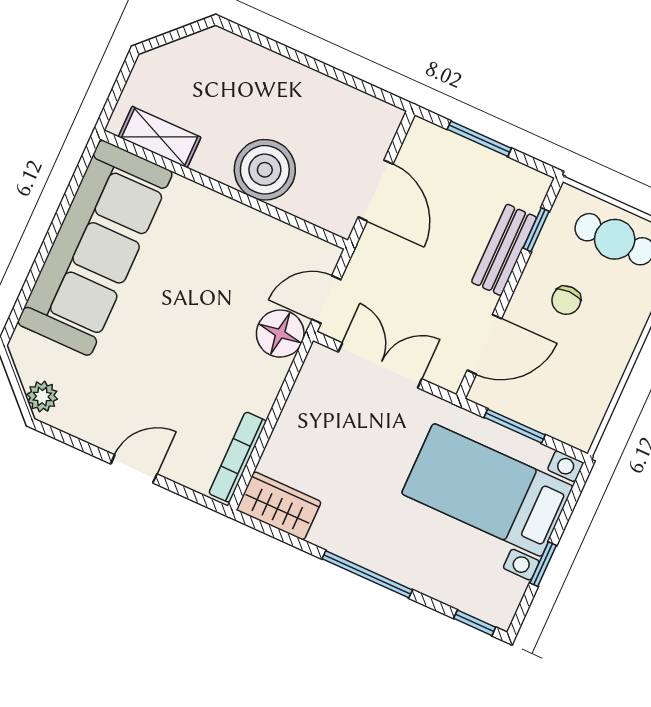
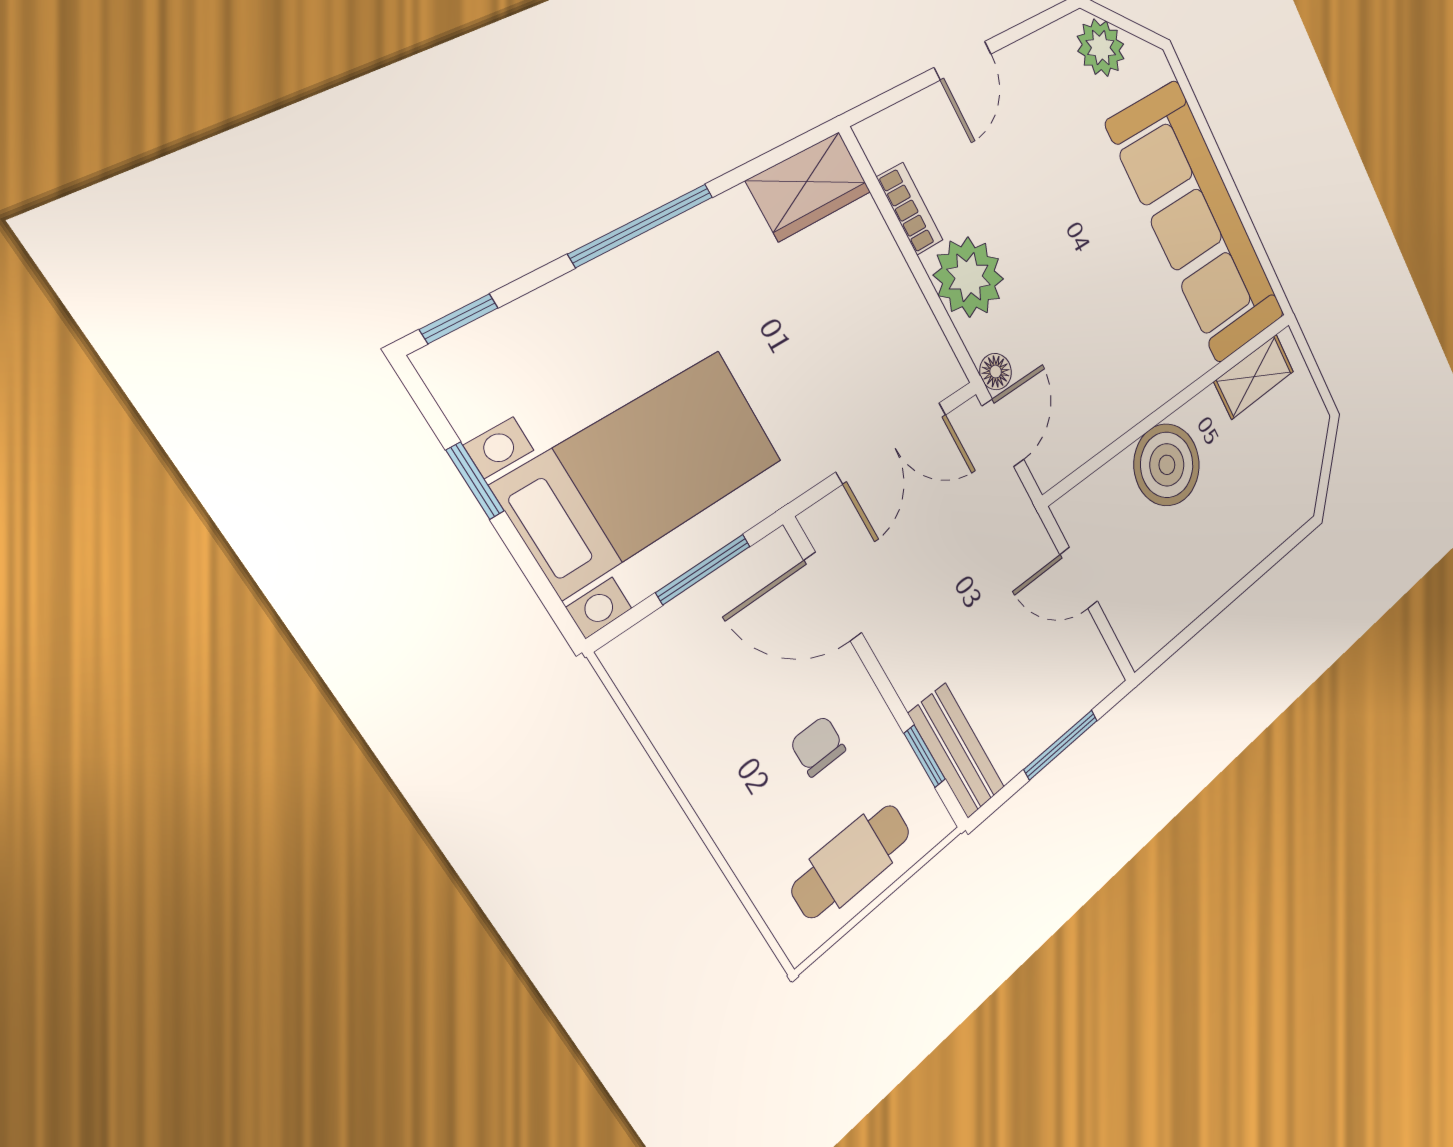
door: (376, 191) -> (1079, 578), width x0.73
bench: (504, 250) -> (957, 751), moved
floor lamp: (280, 334) -> (996, 372), width x0.53, depth x0.53
door: (484, 344) -> (833, 597), hinge flipped
plant: (254, 381) -> (969, 277), added
plant: (42, 397) -> (1101, 48), width x1.38, depth x1.38
bookcase: (238, 457) -> (910, 209), width x0.64

